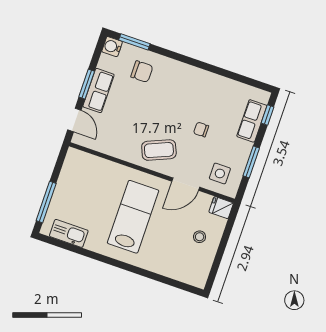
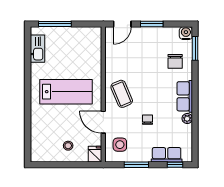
plant: (216, 81) -> (187, 119), added
row of seats: (98, 91) -> (185, 96), moved, turned 90

